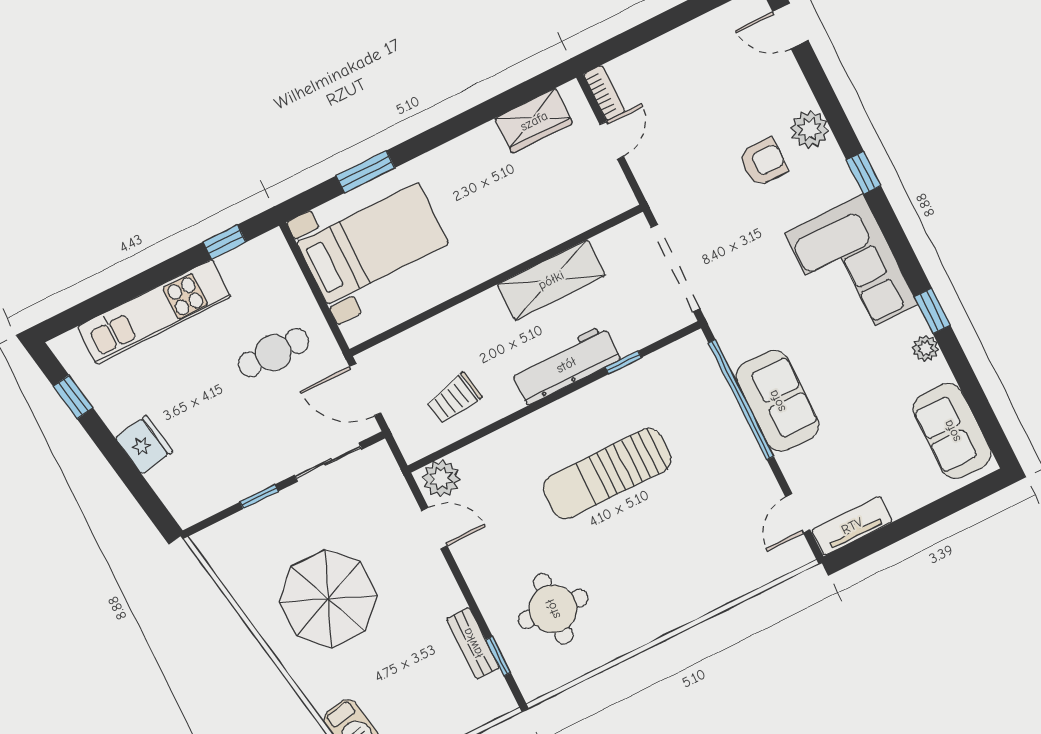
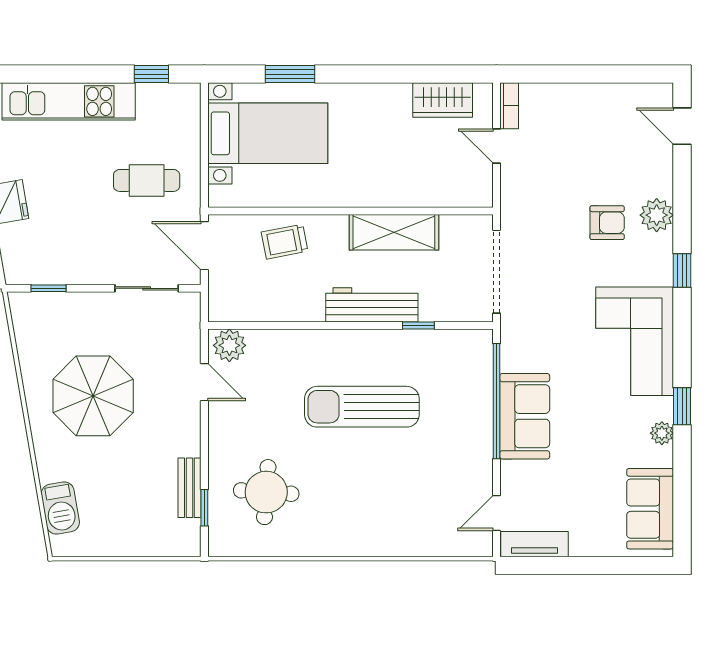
door: (612, 140) -> (496, 146), swing flipped
trolley: (454, 399) -> (285, 242), moved
window: (259, 497) -> (48, 288), moved

